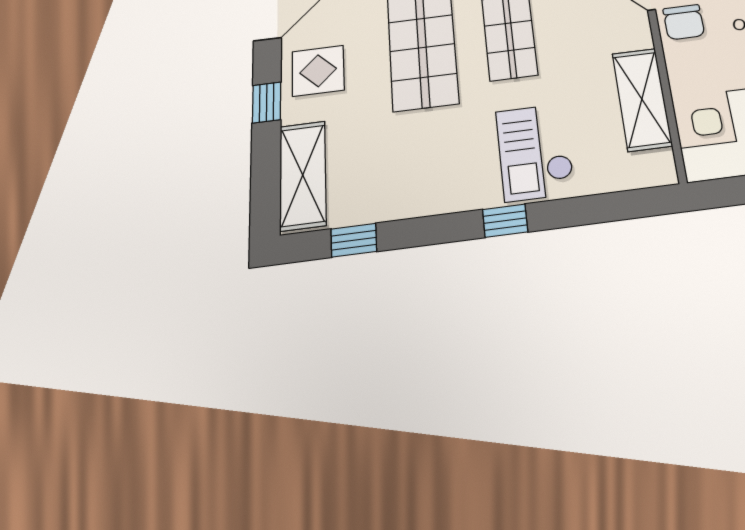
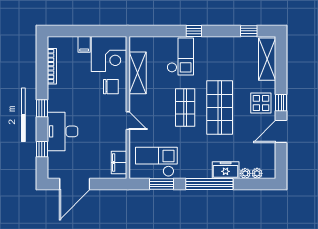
chair: (684, 22) -> (111, 87), moved, turned 90
window: (267, 102) -> (281, 103), moved

